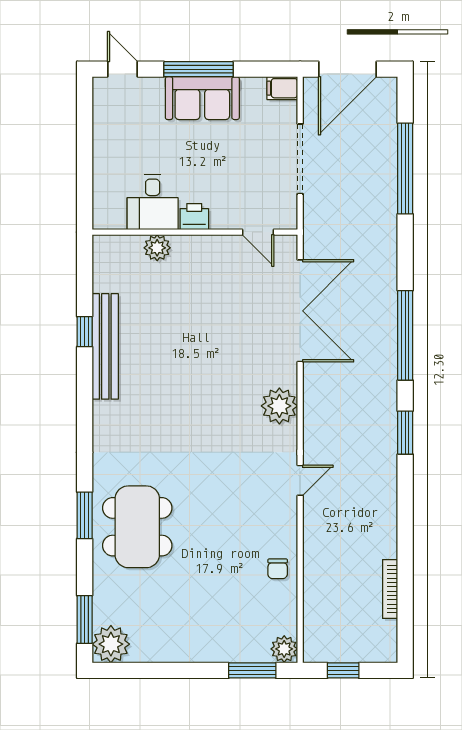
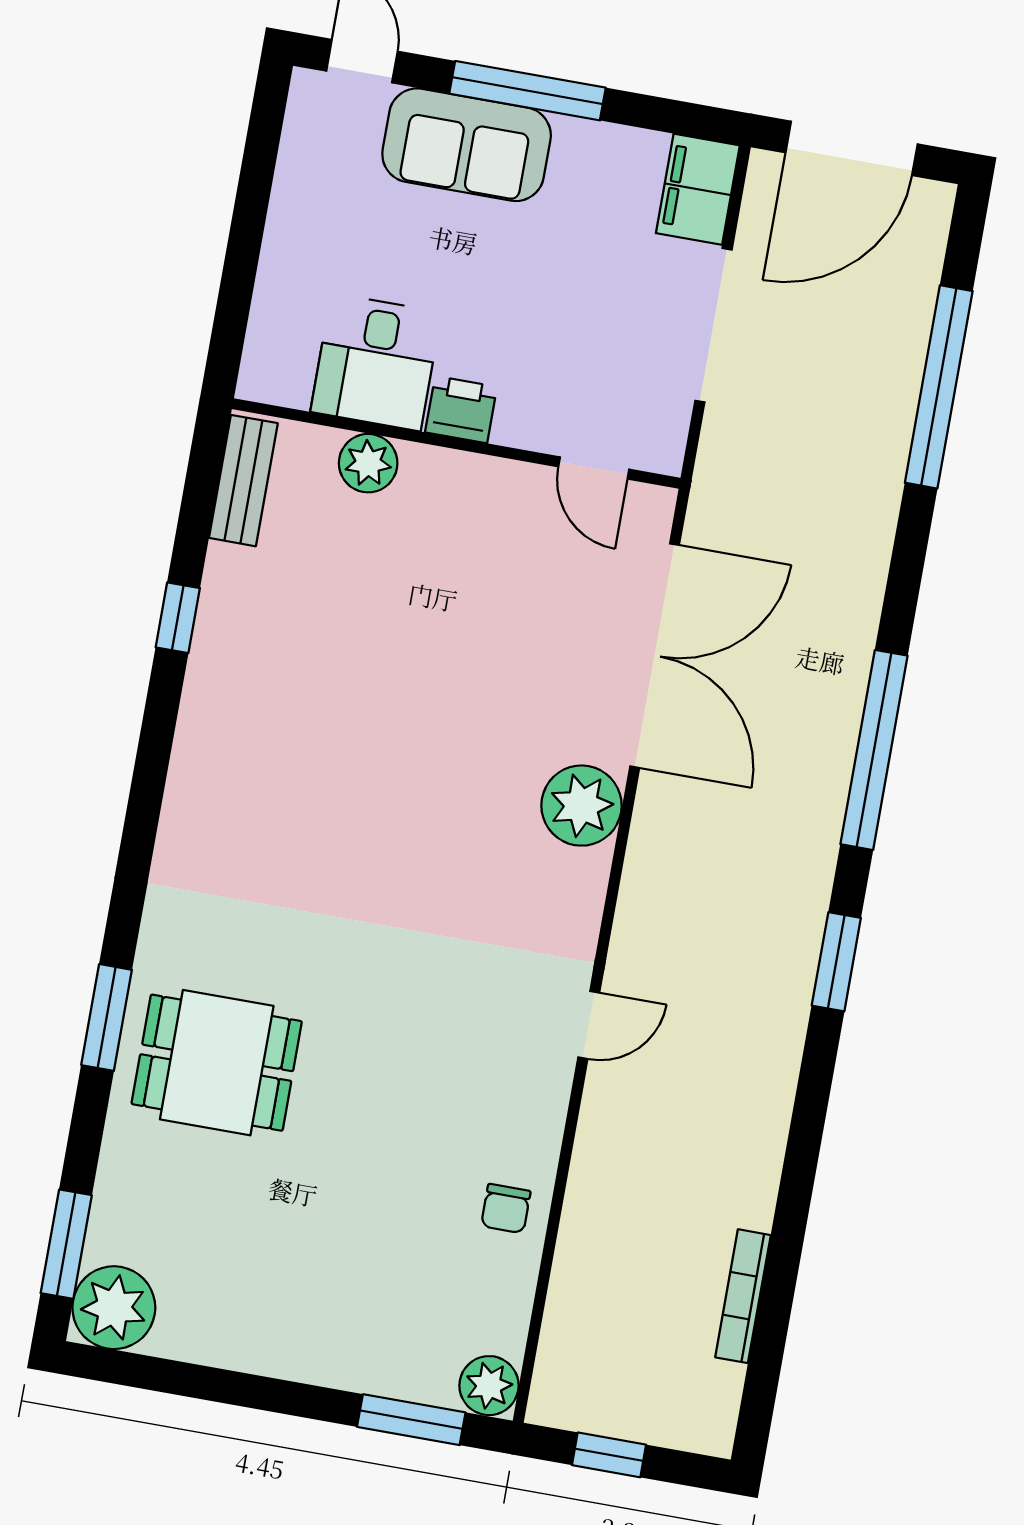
filing cabinet: (282, 88) -> (698, 189), width x2.00
sofa: (202, 98) -> (467, 145), moved
bench: (105, 346) -> (243, 481), moved, width x0.54, depth x0.82
plant: (279, 406) -> (582, 806), moved
dining table: (137, 527) -> (217, 1063), width x0.73

